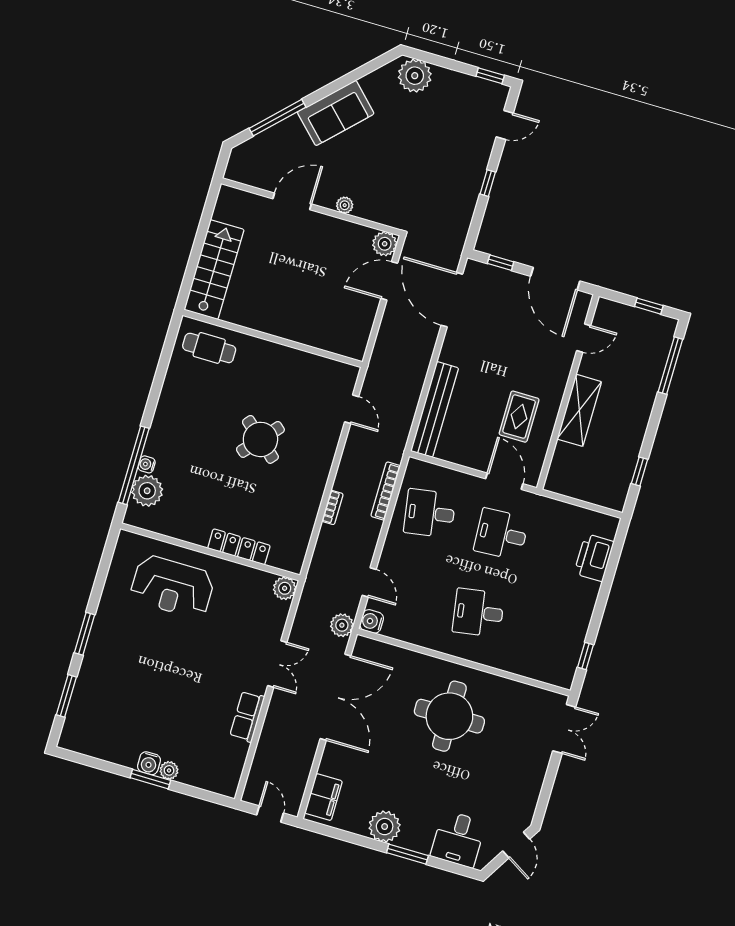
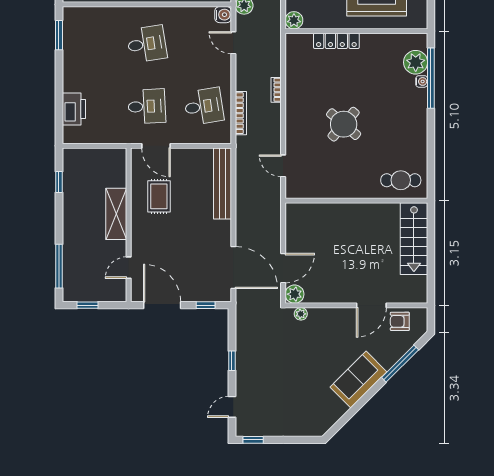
plant: (415, 76) -> (308, 424), removed
armchair: (262, 171) -> (400, 321), added
plant: (345, 205) -> (301, 314), moved
window: (586, 656) -> (59, 35), width x1.50

